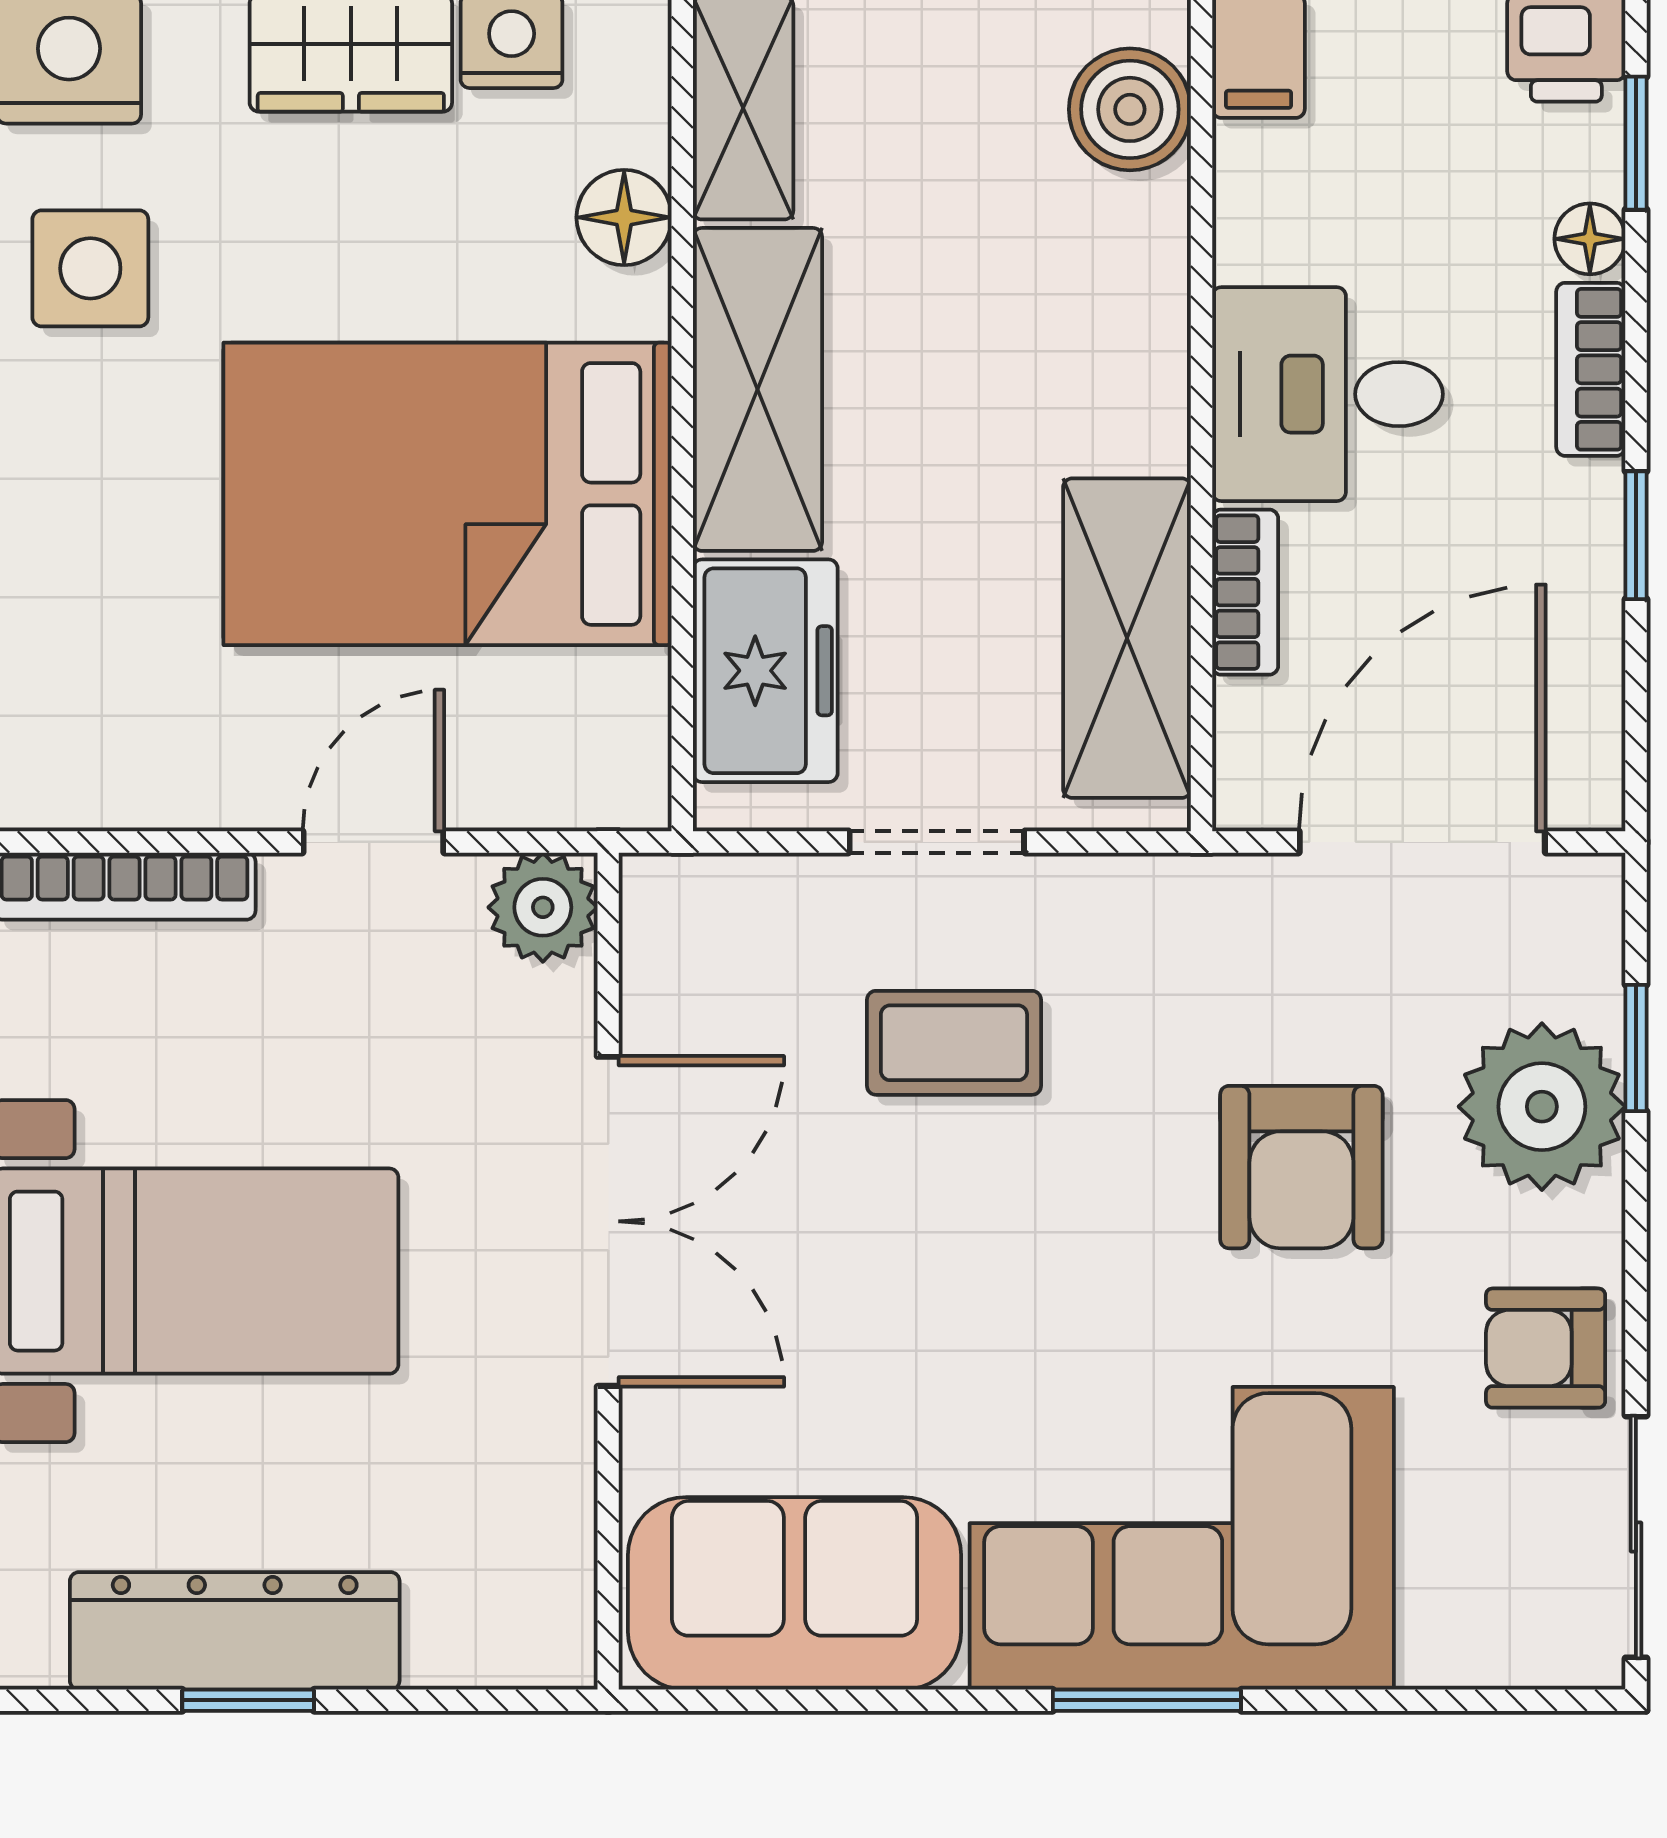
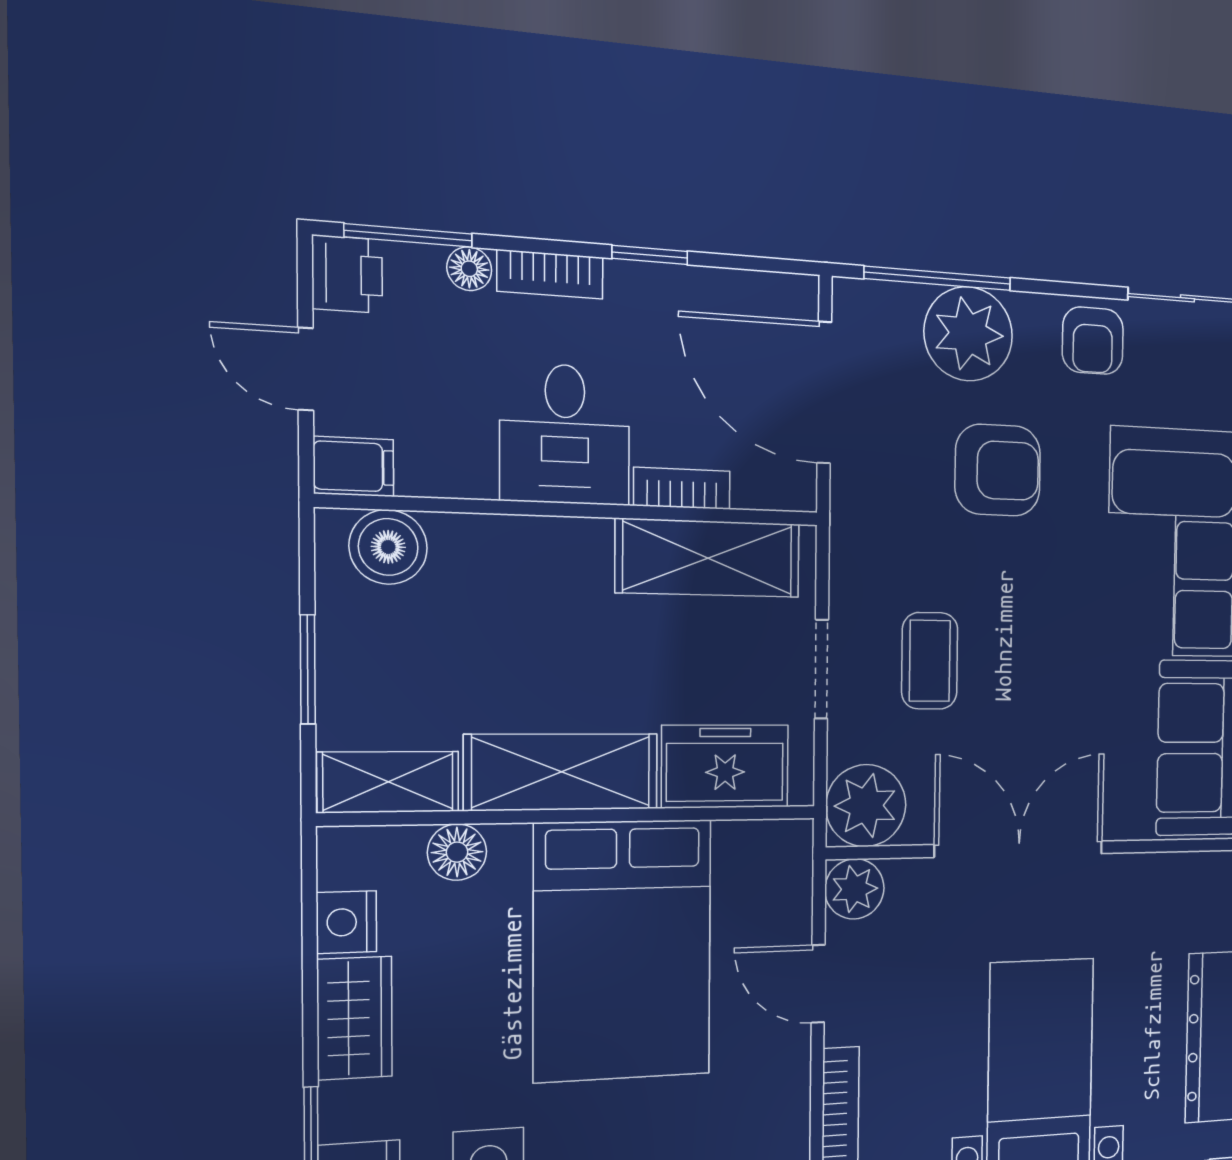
window: (1636, 143) -> (409, 235), width x1.50
plant: (693, 927) -> (866, 806), added
window: (1636, 1048) -> (938, 278), width x2.17

